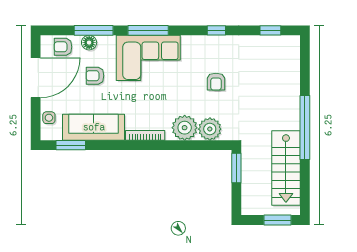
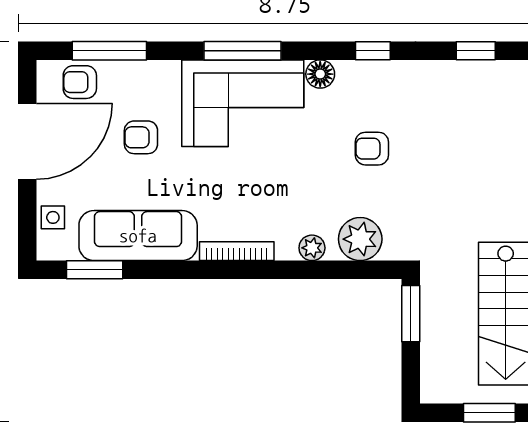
window: (94, 30) -> (109, 51), moved
floor lamp: (89, 43) -> (320, 74), moved
armchair: (216, 82) -> (372, 149), turned 90
plant: (185, 128) -> (312, 248), width x0.53, depth x0.53

